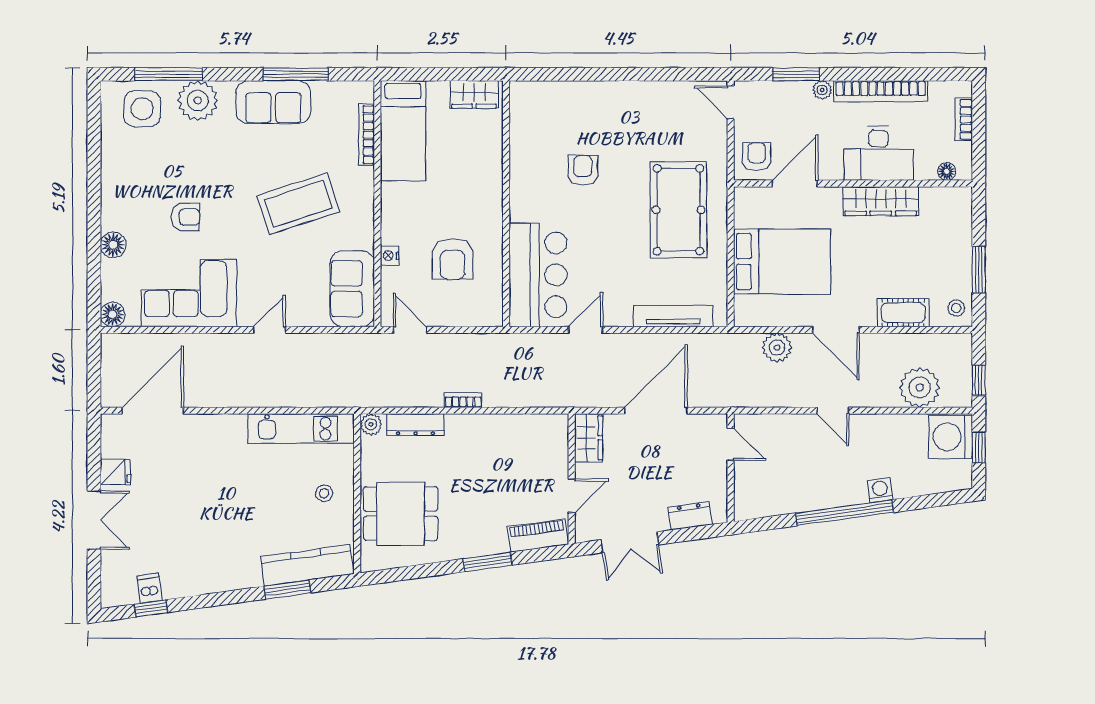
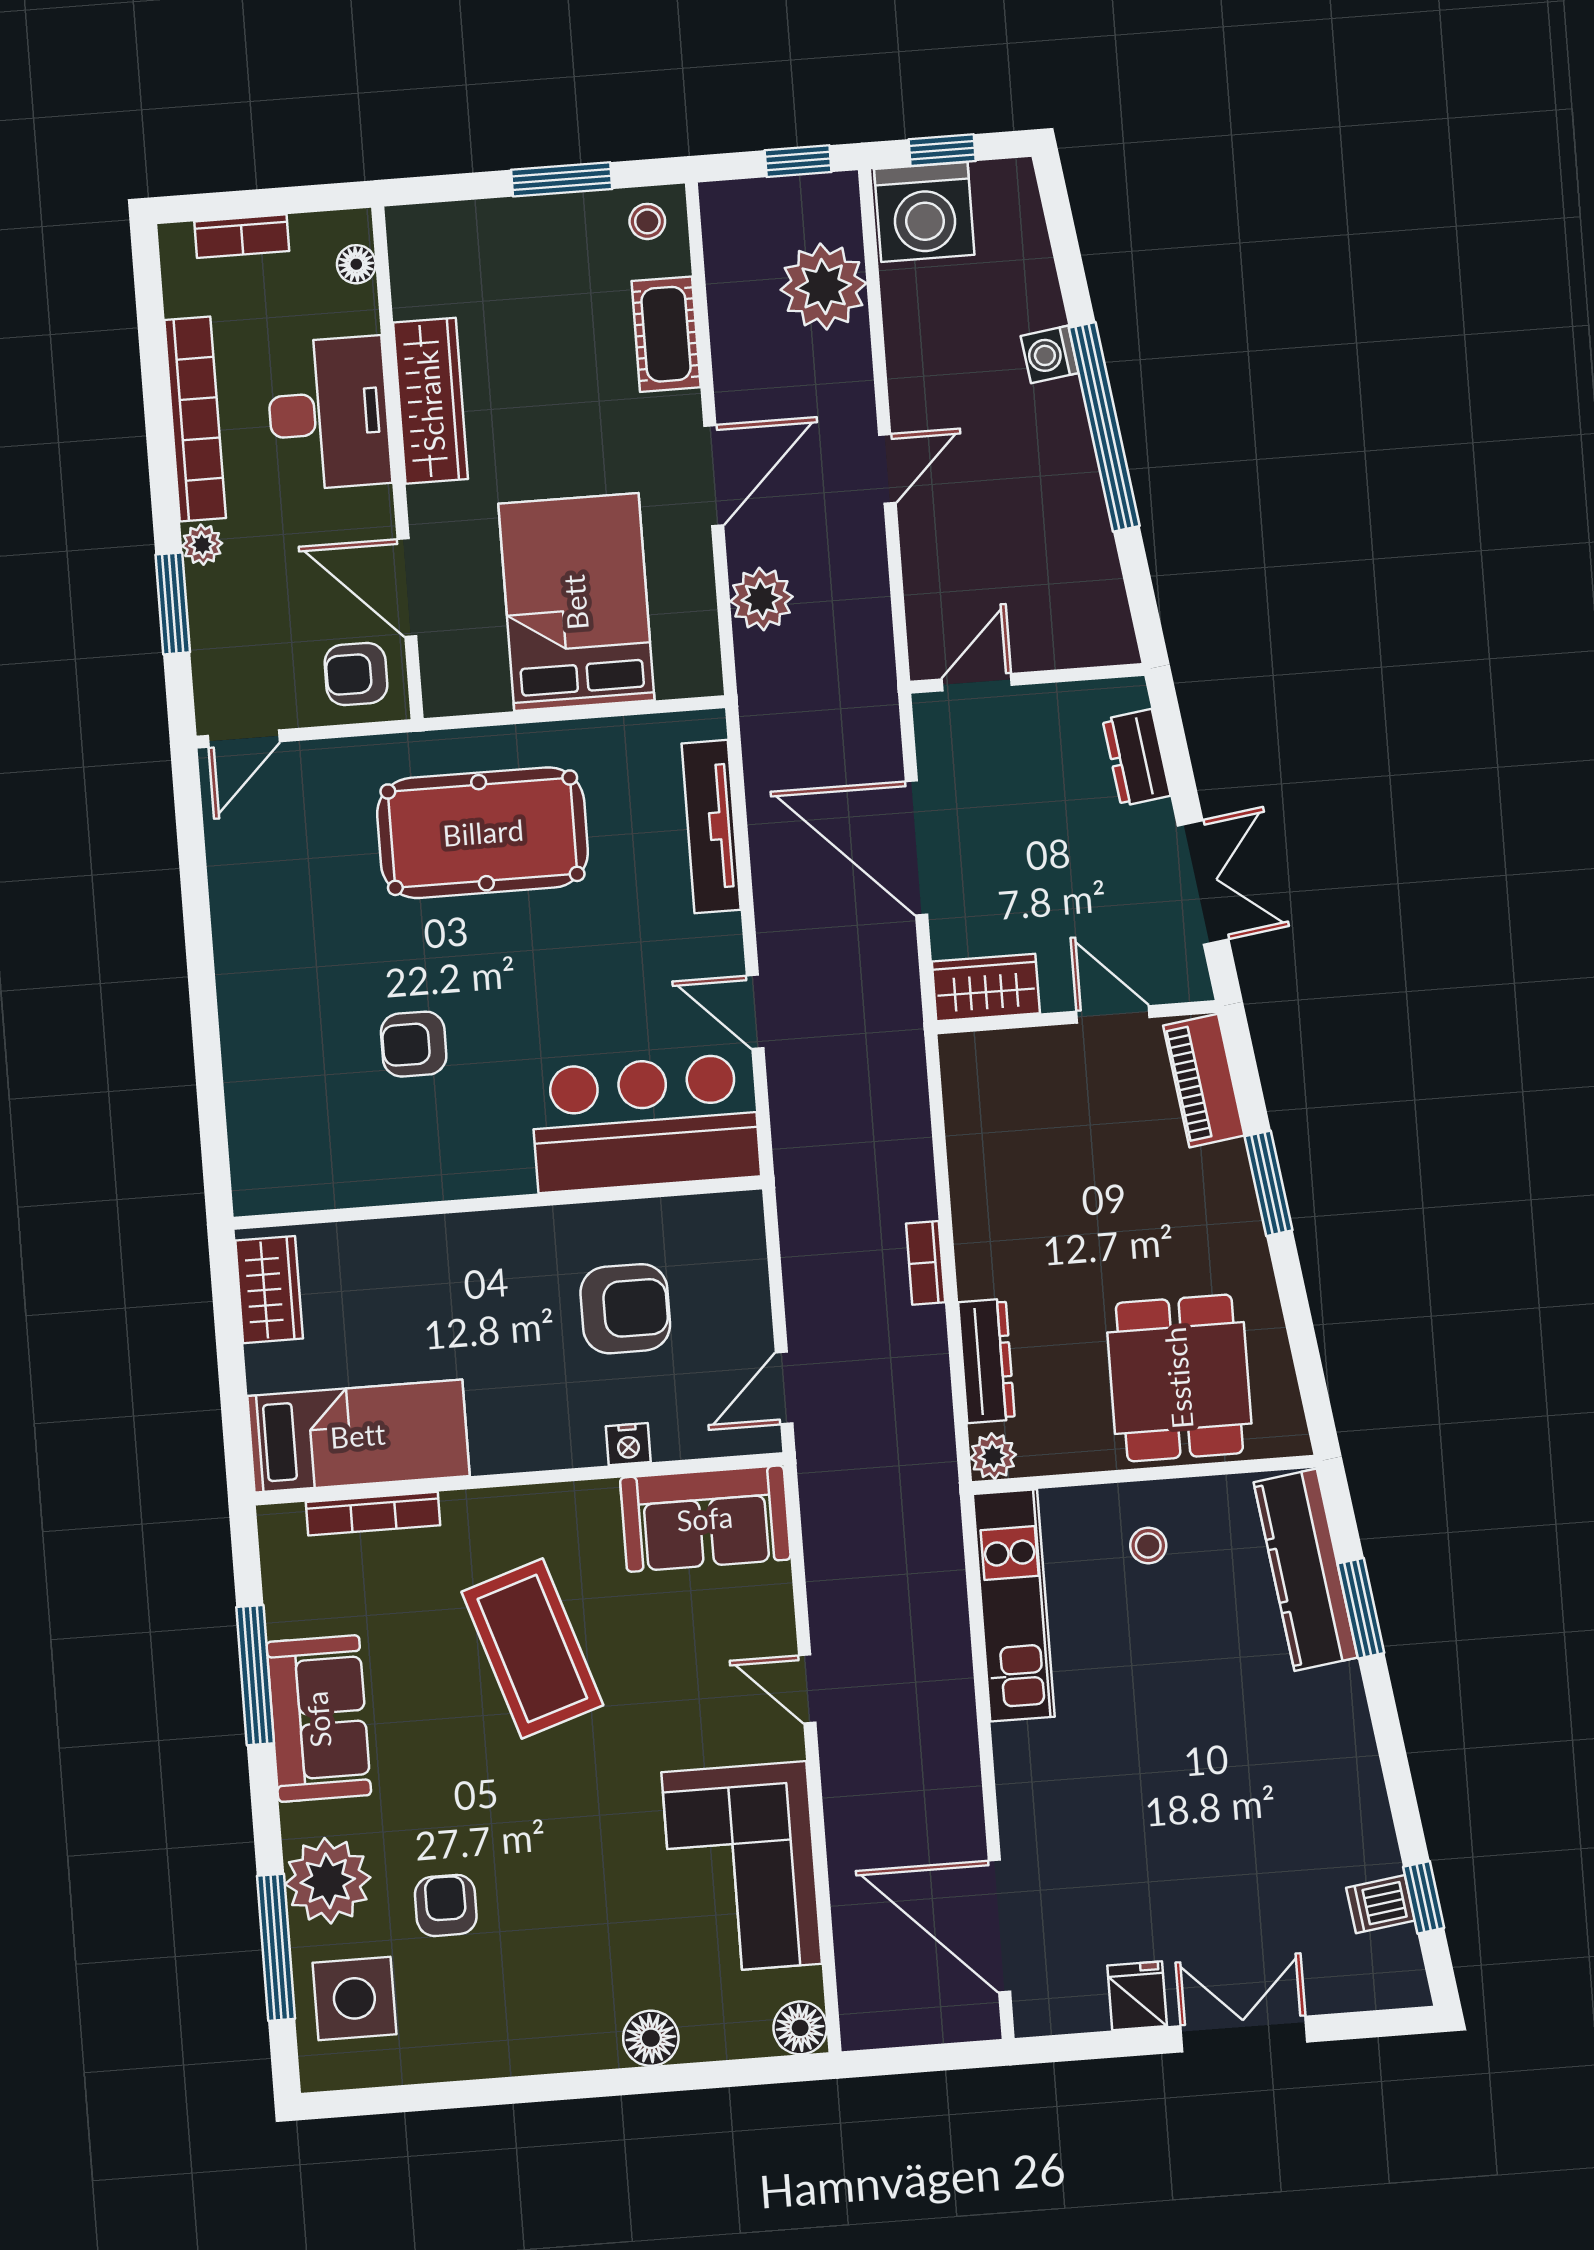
armchair: (185, 217) -> (446, 1905), moved

